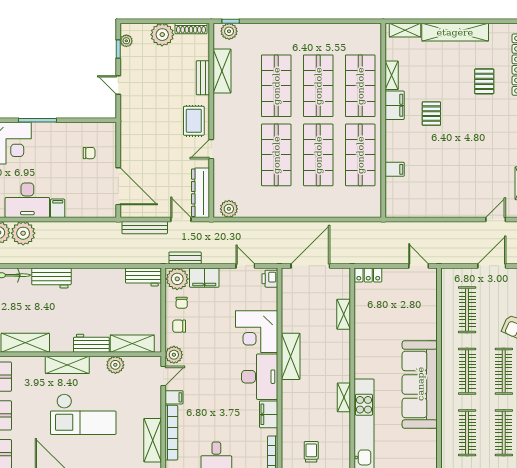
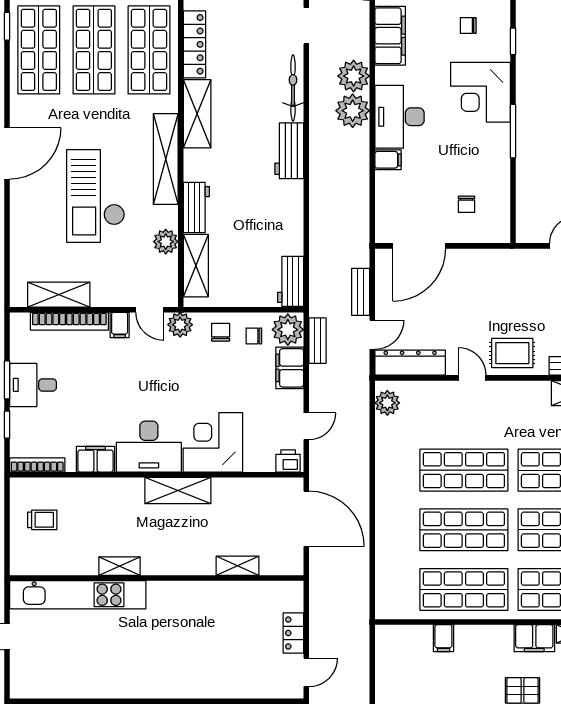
bench: (145, 228) -> (361, 292), width x0.73
locker: (368, 275) -> (293, 633), moved
shelving: (67, 365) -> (166, 159), width x1.47
sofa: (420, 384) -> (138, 674), removed

